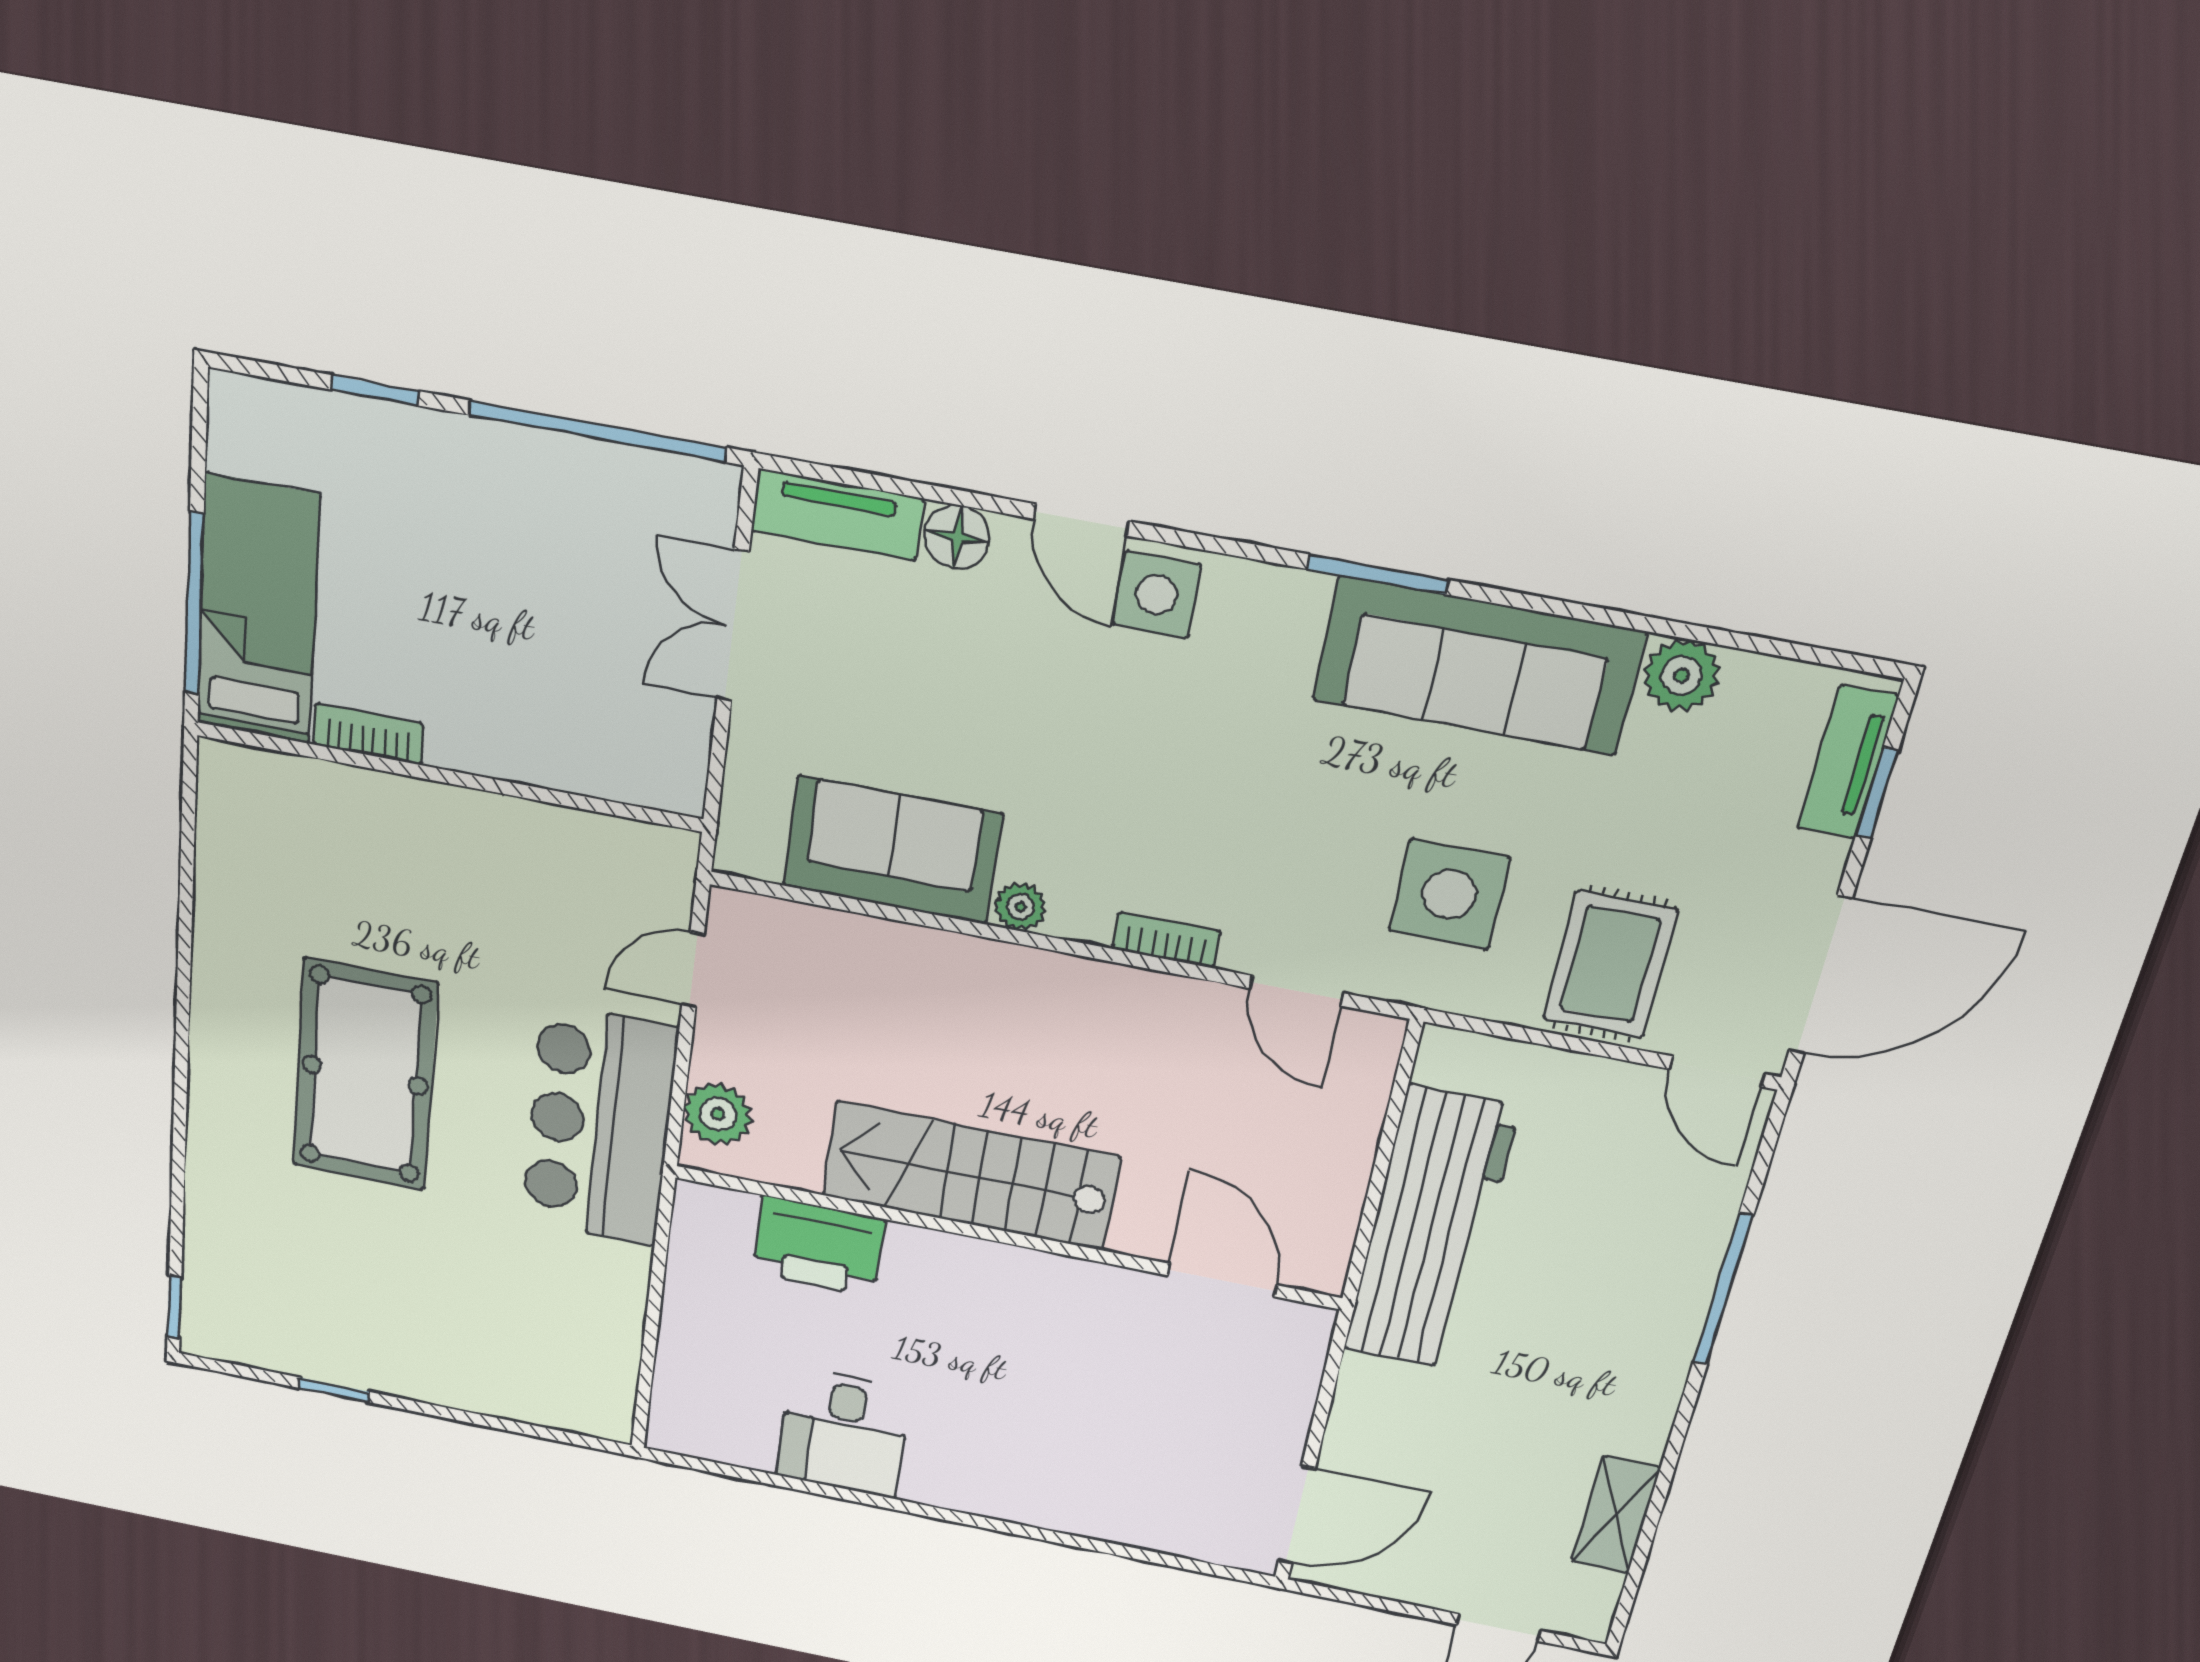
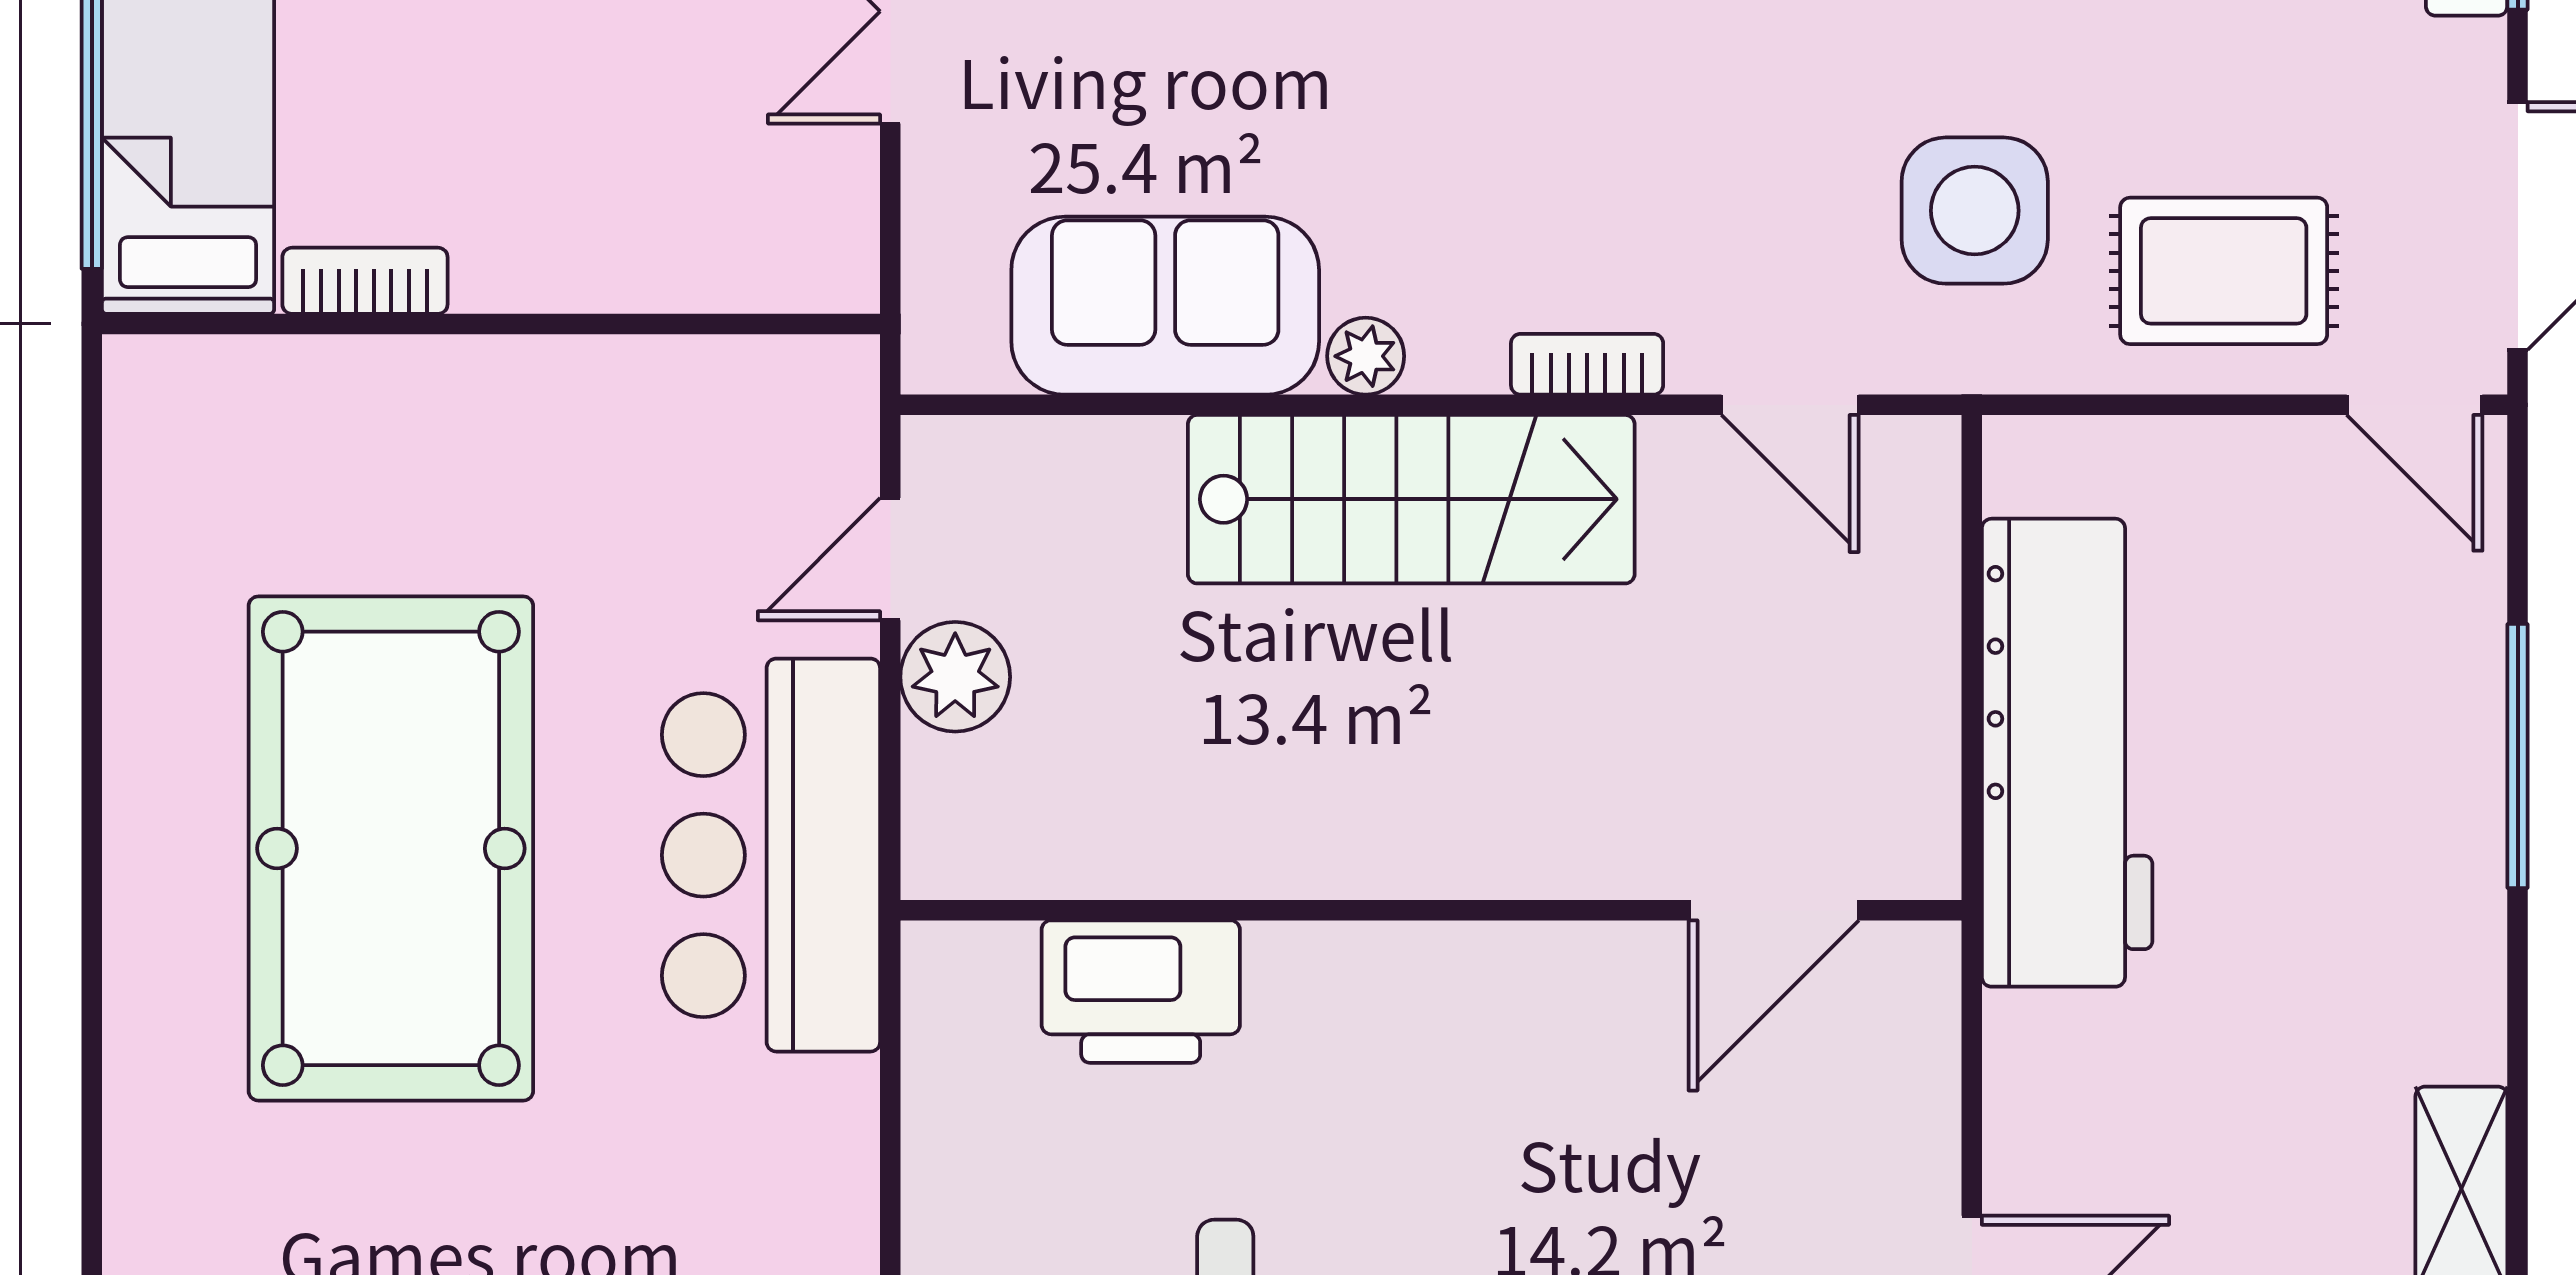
rug: (1610, 964) -> (2224, 271), turned 90
pool table: (365, 1075) -> (391, 848), width x1.36, depth x1.32
plant: (718, 1114) -> (955, 677), moved
stairs: (970, 1176) -> (1411, 499), moved, turned 180
door: (1222, 1280) -> (1774, 910), swing flipped

